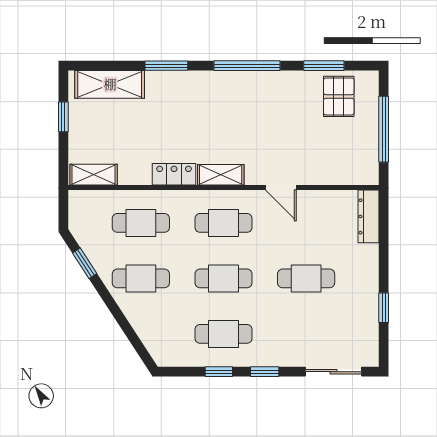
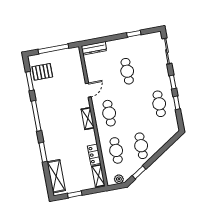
locker: (174, 174) -> (94, 155), moved
plant: (78, 217) -> (119, 179), added
cafe table: (223, 278) -> (134, 108), removed

